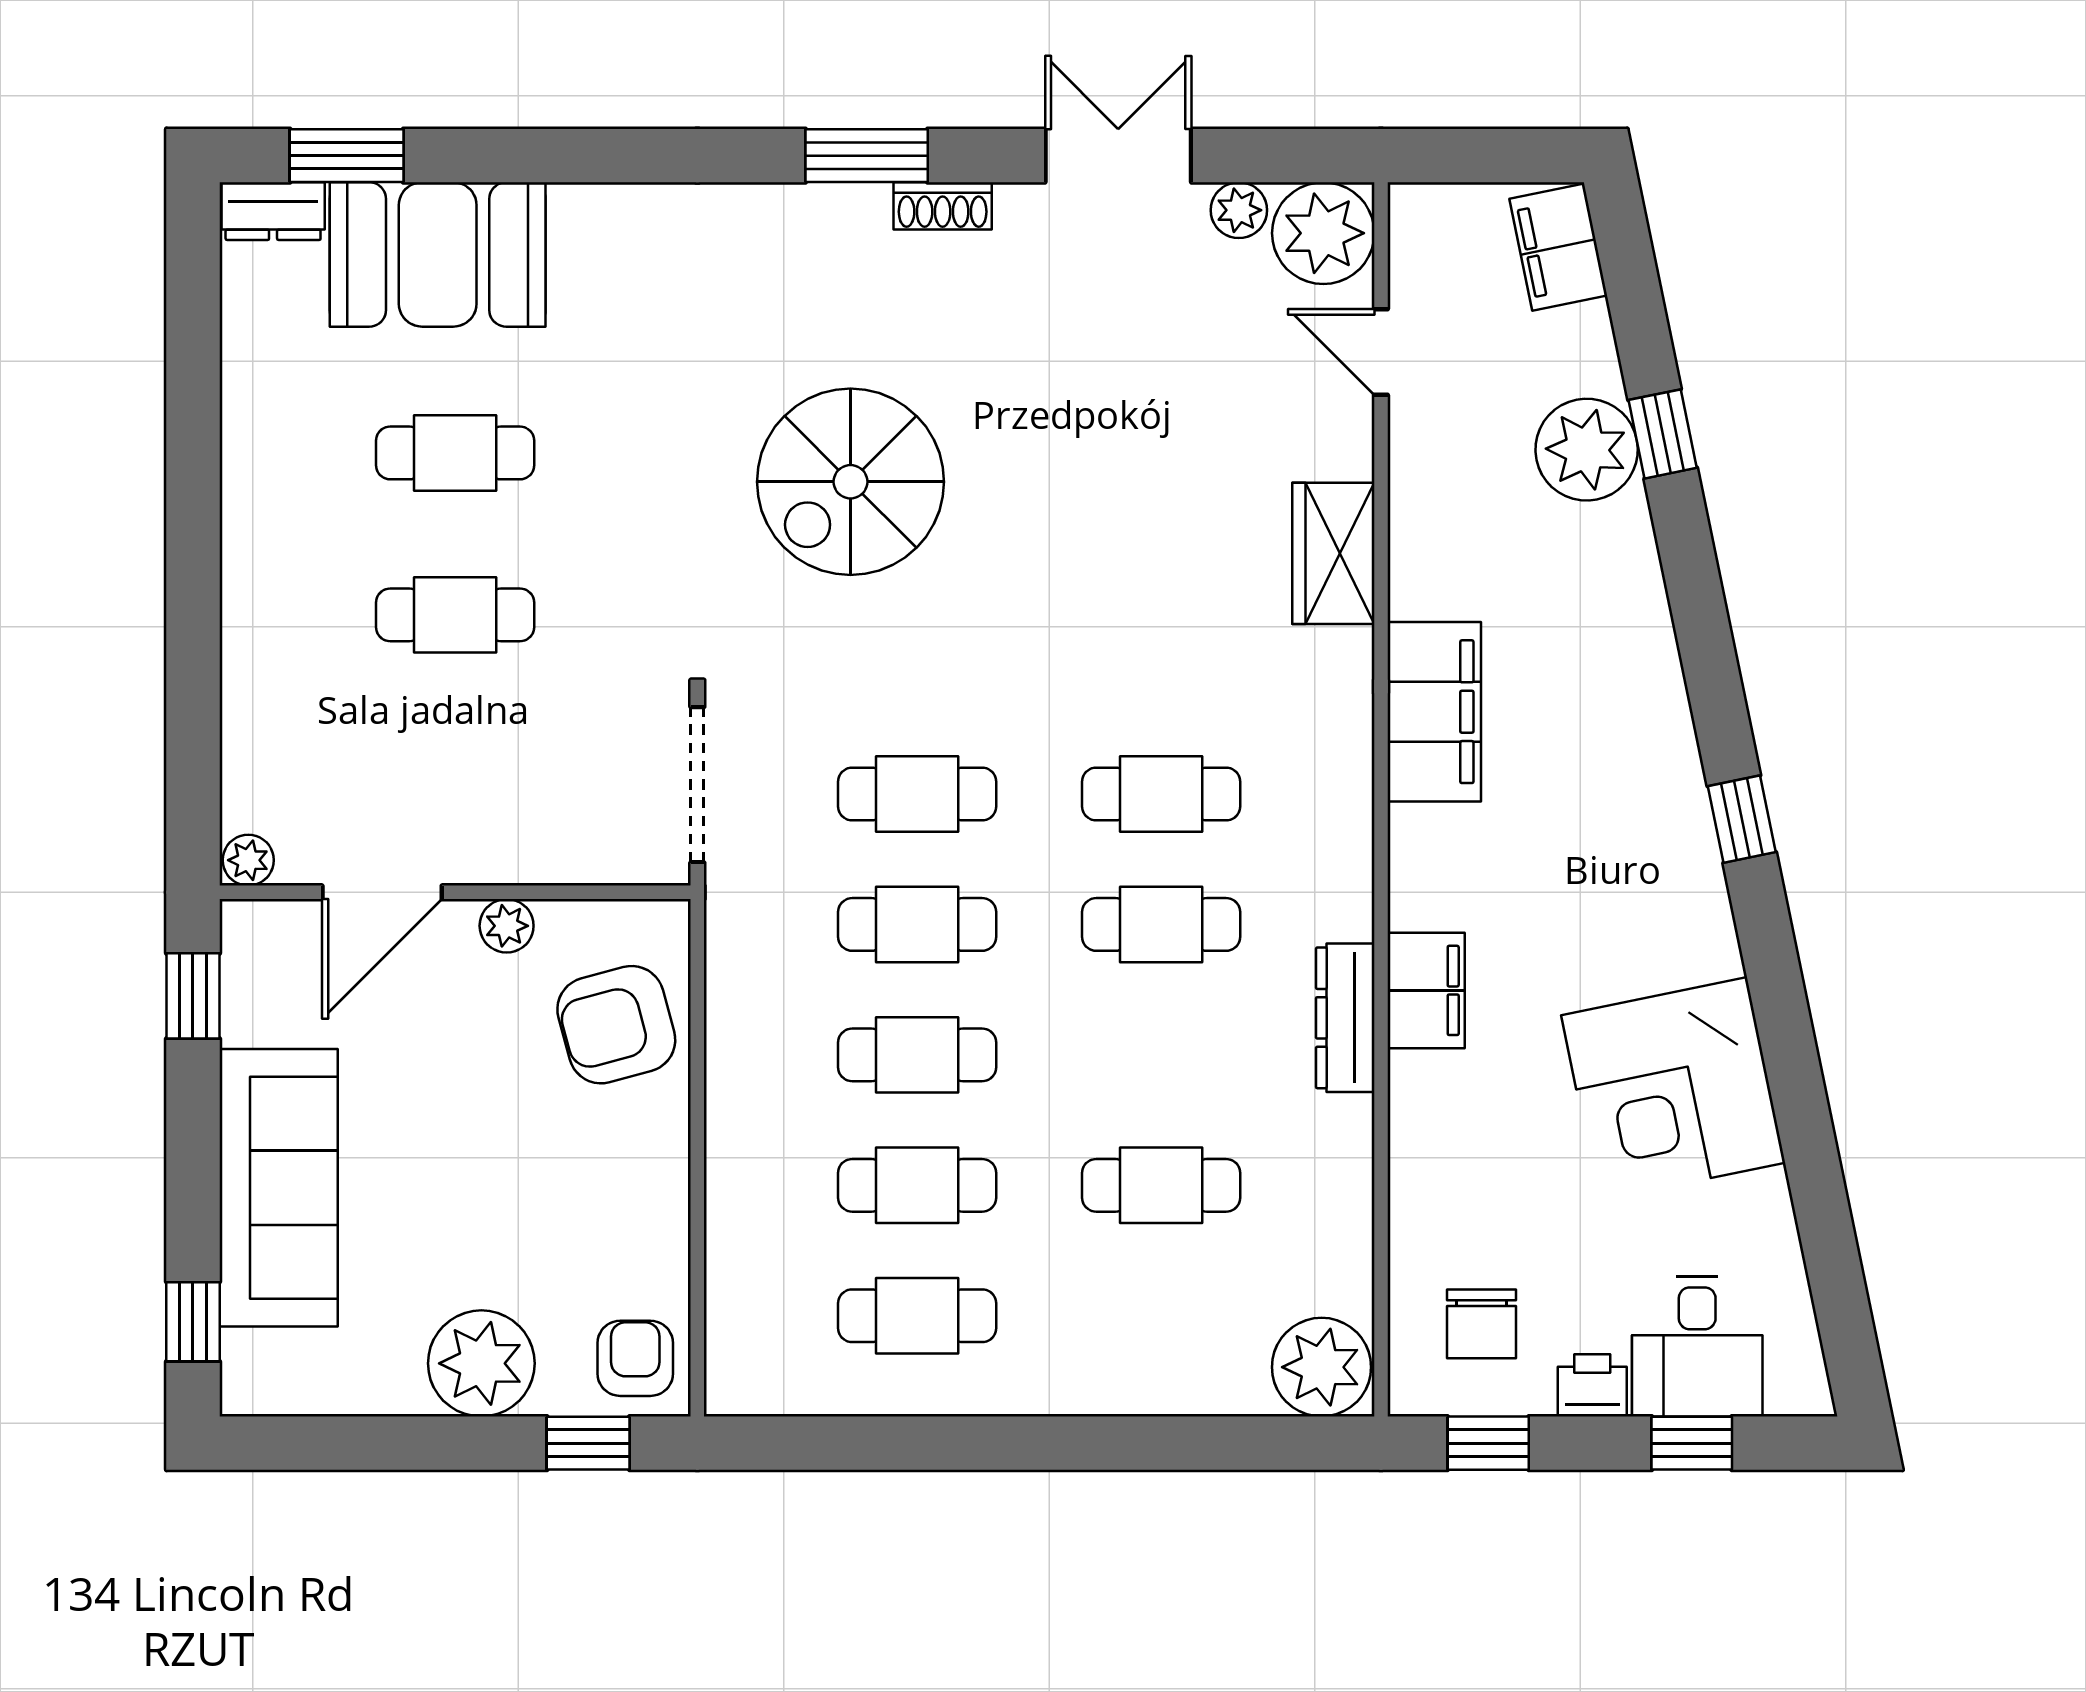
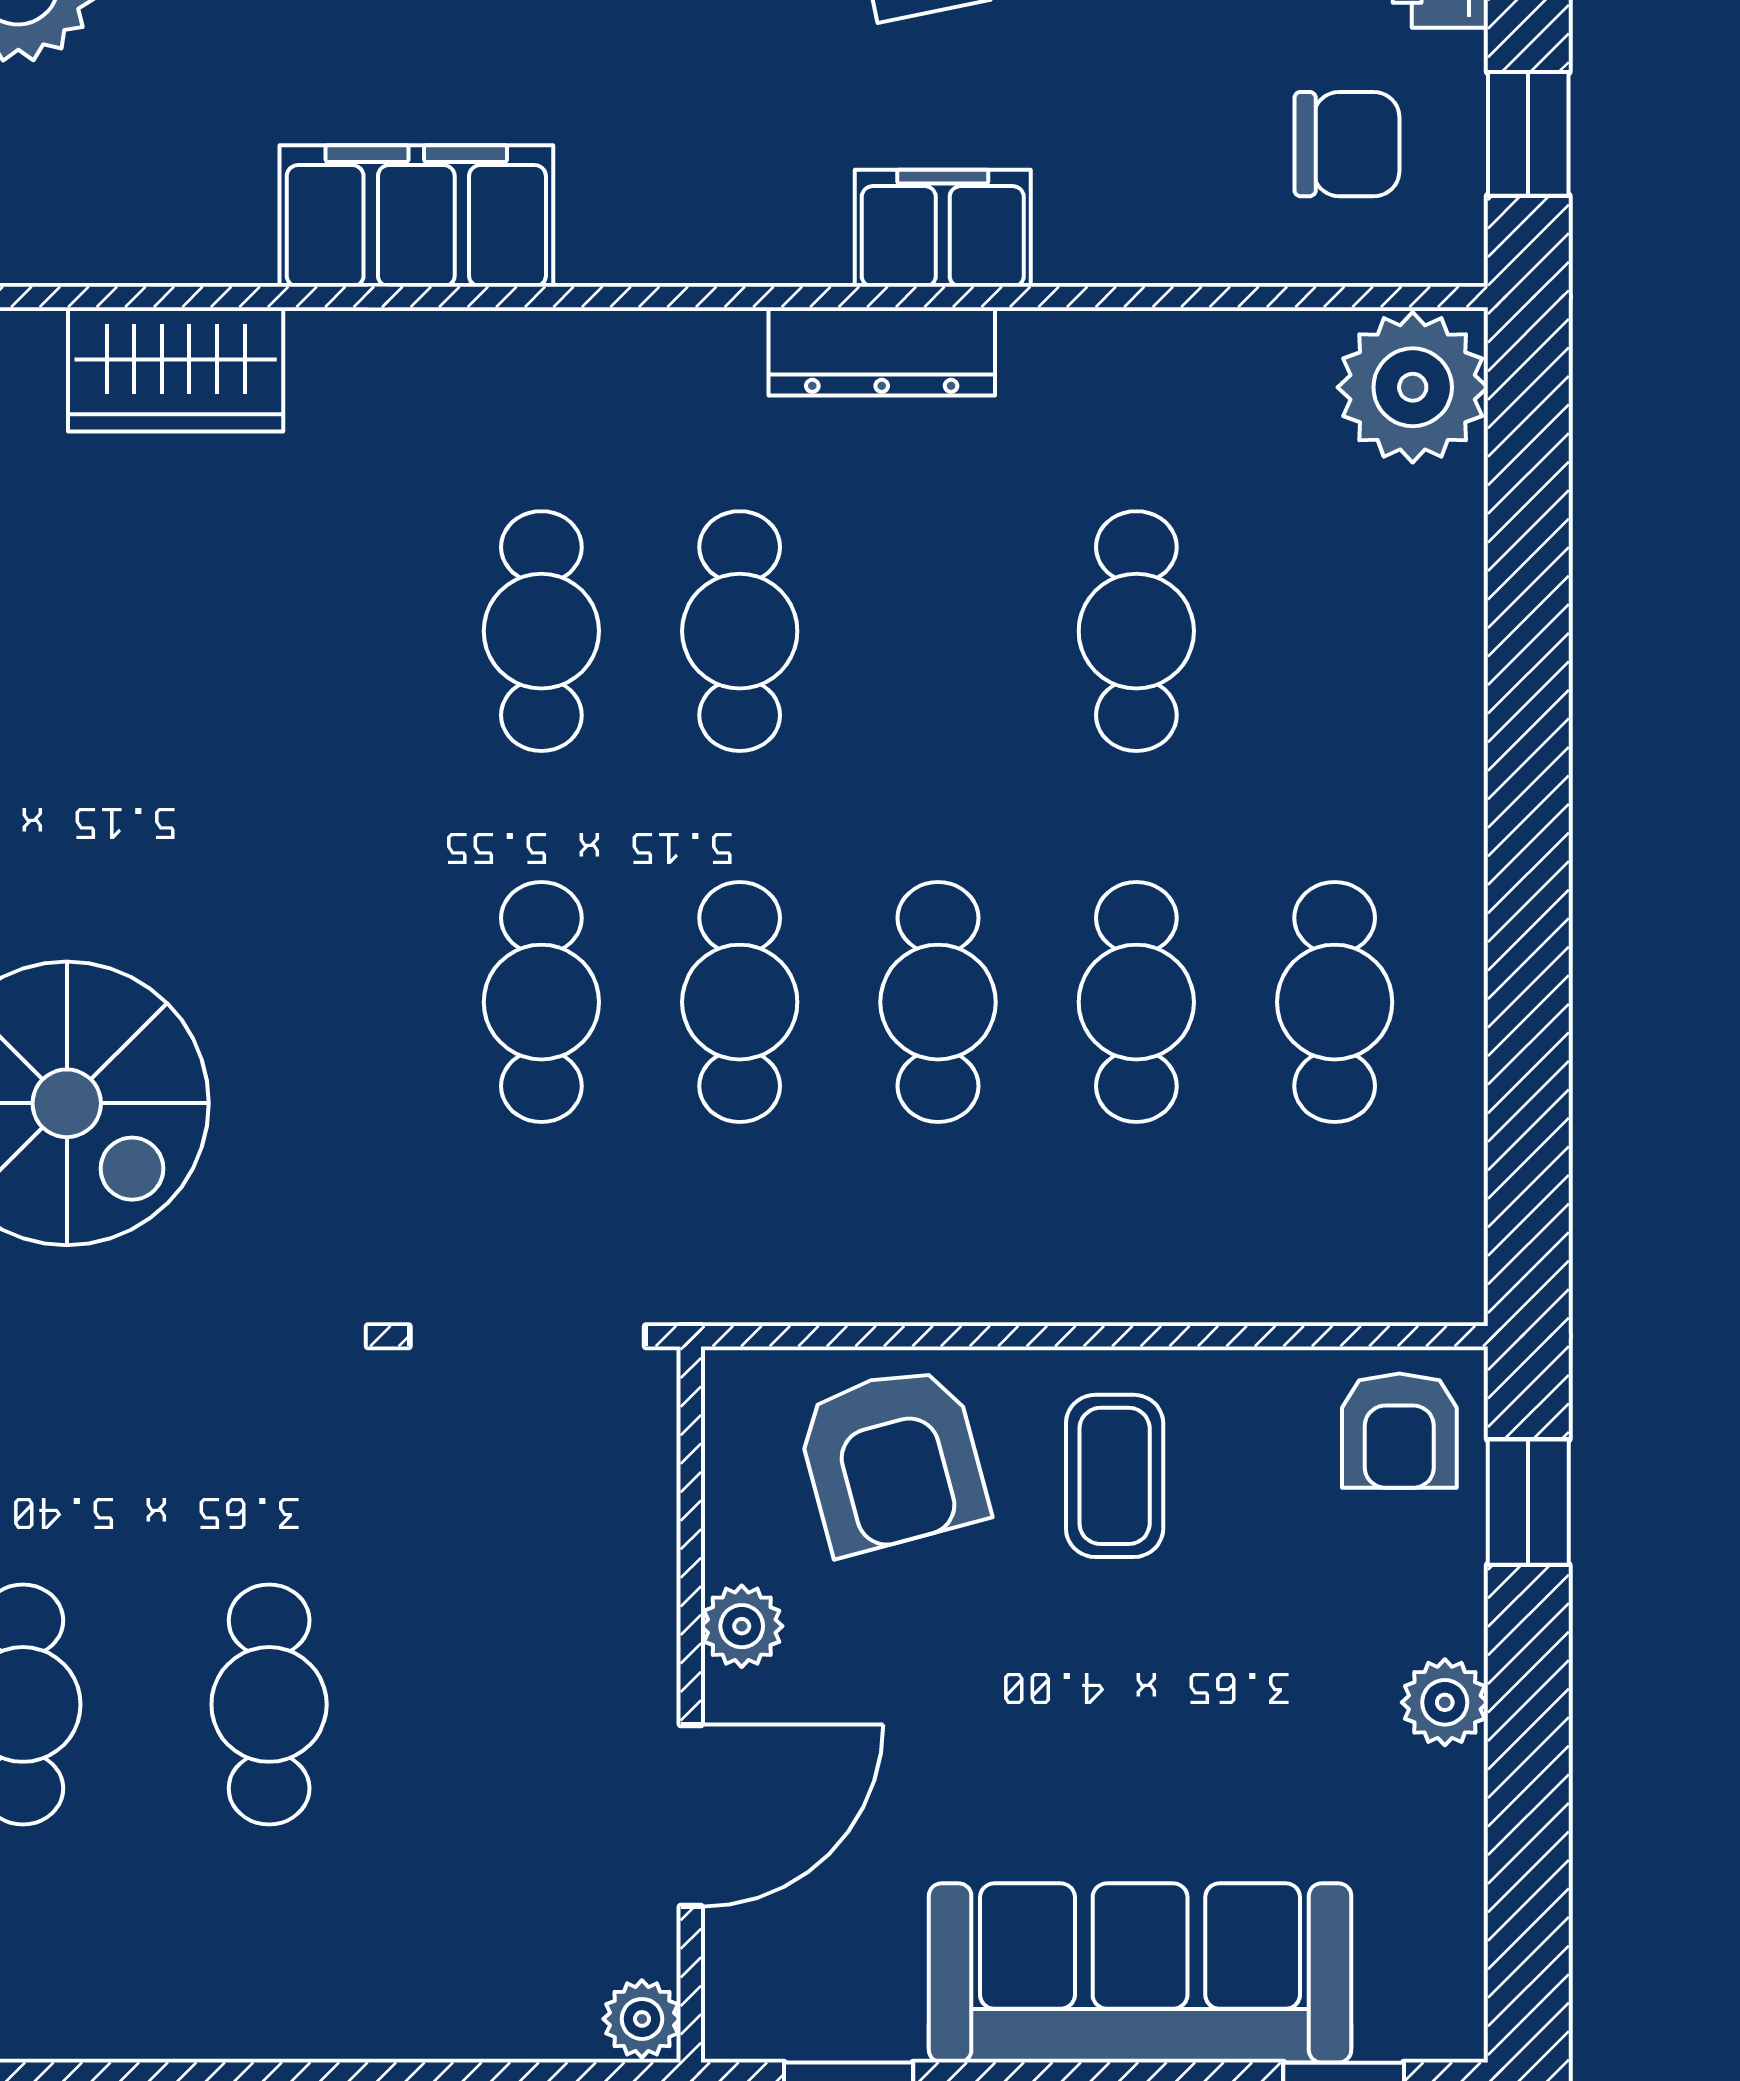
door: (382, 892) -> (691, 1815), hinge flipped
filing cabinet: (1426, 990) -> (943, 228), moved
coffee table: (605, 1171) -> (1115, 1476), added
armchair: (635, 1358) -> (1399, 1431), turned -90
plant: (481, 1363) -> (1445, 1702), width x0.53, depth x0.53

